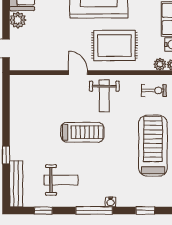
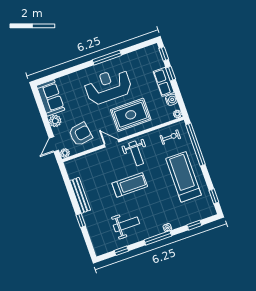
armchair: (43, 48) -> (80, 134), added
plant: (160, 64) -> (65, 153), moved
bench: (16, 184) -> (80, 195), moved

